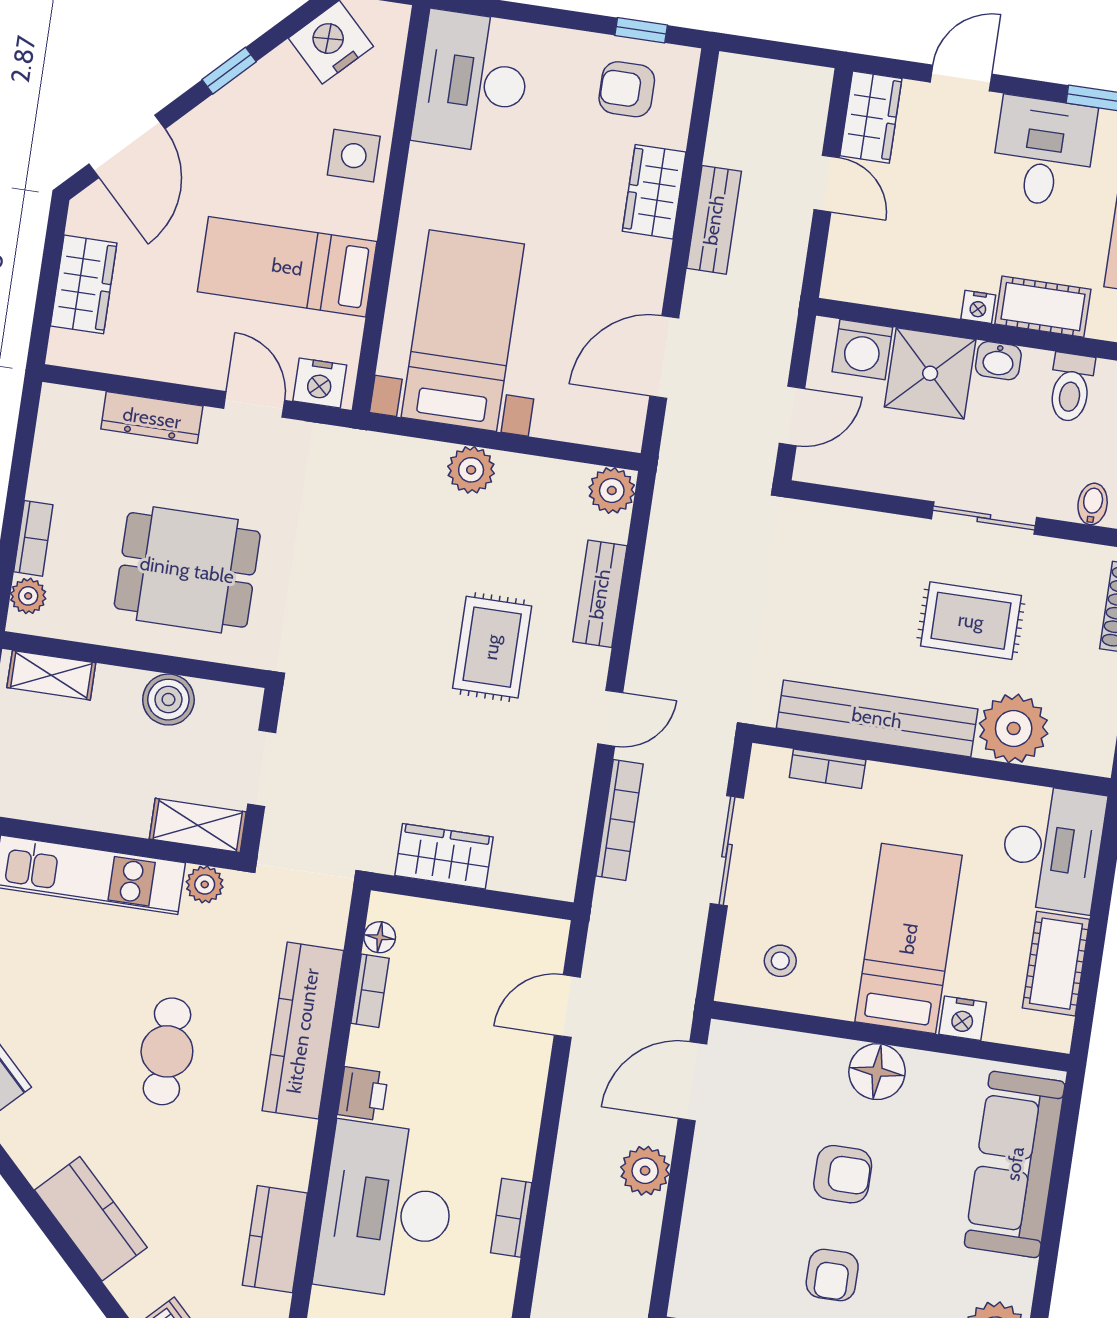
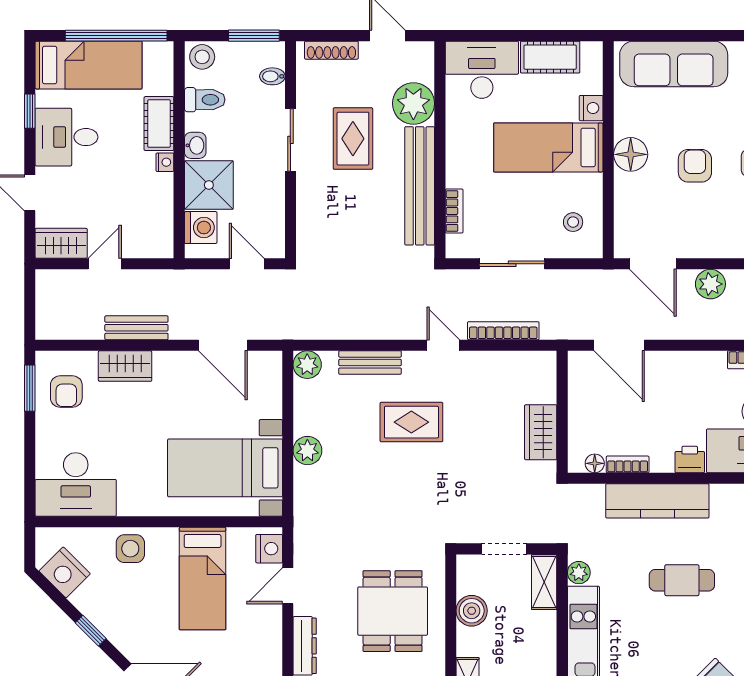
window: (641, 30) -> (30, 388), width x1.50
door: (567, 1006) -> (619, 345), width x1.38

